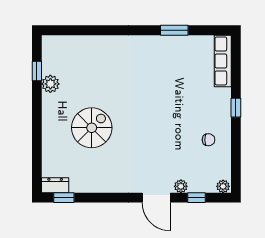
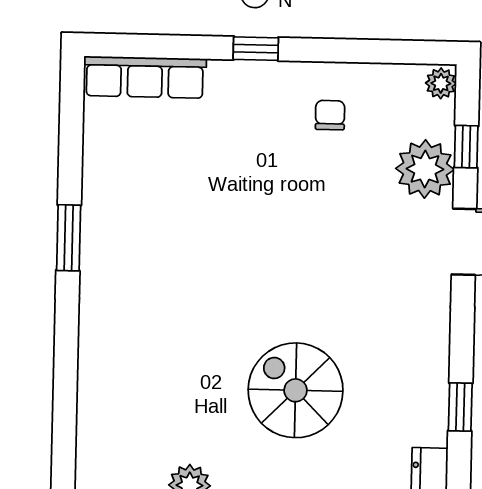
window: (174, 30) -> (69, 238), moved
plant: (181, 186) -> (425, 169), width x1.87, depth x1.87
window: (64, 198) -> (460, 407), moved

